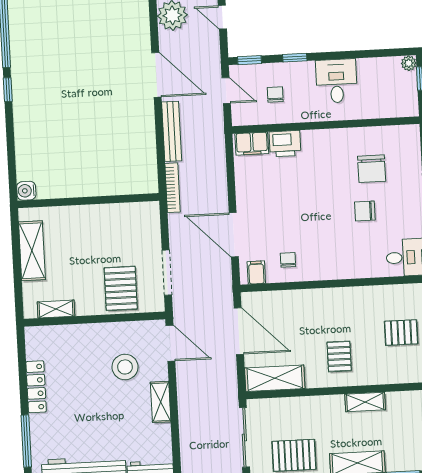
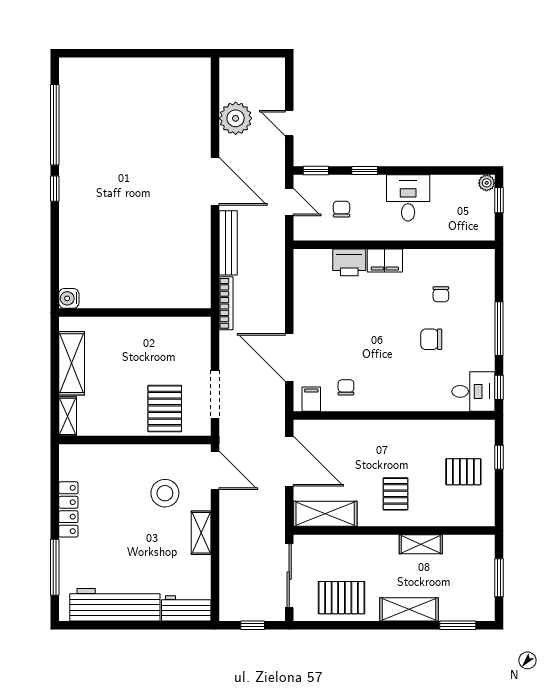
filing cabinet: (252, 144) -> (385, 260), moved
chair: (372, 169) -> (441, 294), width x0.54, depth x0.54
shelving: (56, 309) -> (68, 416), moved, turned 90

